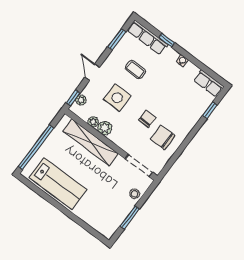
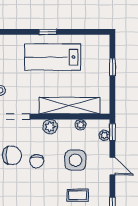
plant: (105, 128) -> (50, 127), moved
window: (36, 147) -> (112, 67), width x0.32
lab bench: (58, 183) -> (53, 57), moved
window: (65, 211) -> (48, 32), added

